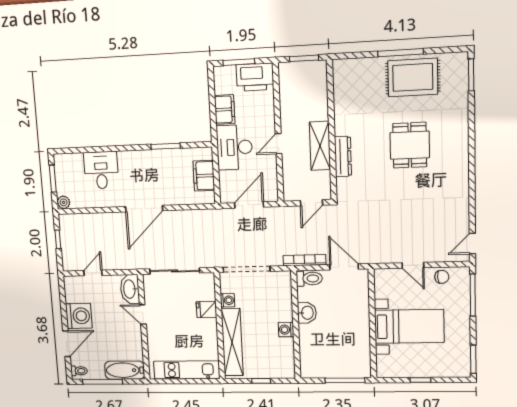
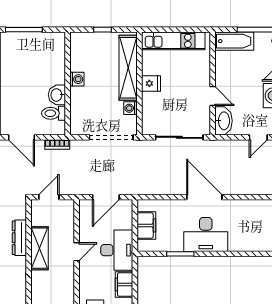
desk: (101, 170) -> (206, 234), moved, width x1.37
door: (144, 209) -> (204, 197), hinge flipped
bookcase: (305, 260) -> (57, 144), width x0.64
toilet: (309, 279) -> (54, 113), moved
fridge: (206, 309) -> (151, 83), moved

